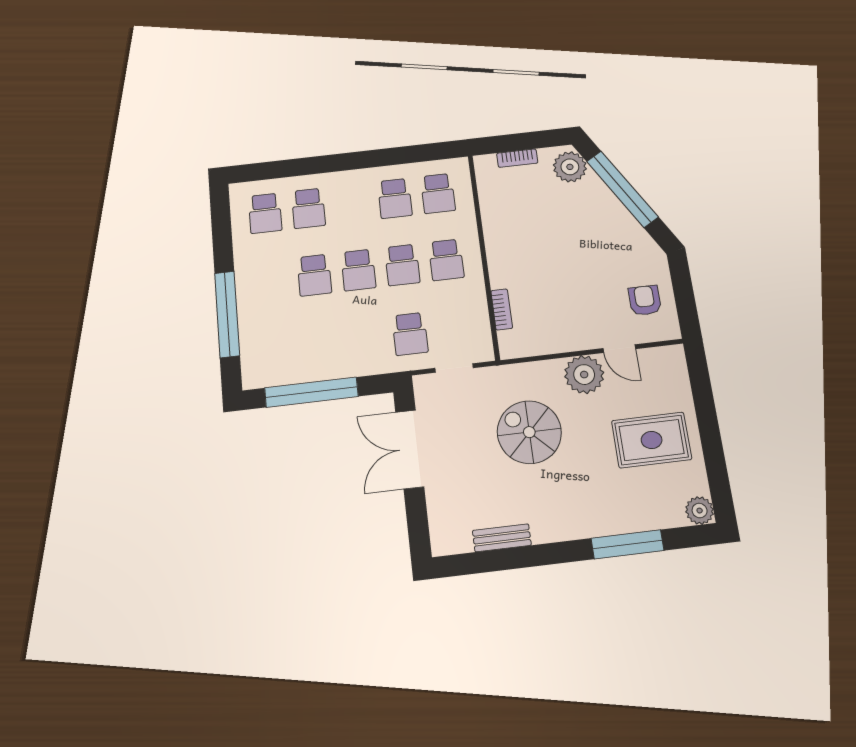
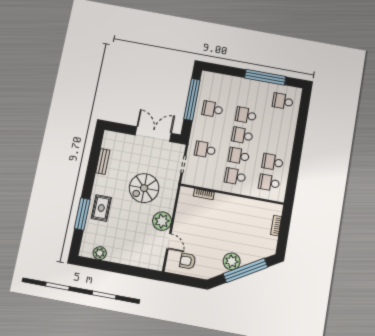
plant: (570, 167) -> (232, 261), moved
school desk: (308, 208) -> (212, 109), moved
armchair: (645, 300) -> (188, 261), turned 180
window: (227, 314) -> (265, 77), moved
door: (619, 349) -> (169, 241), swing flipped
spiral stairs: (529, 432) -> (144, 188), turned 180
rug: (652, 440) -> (101, 208), moved, width x0.73, depth x0.70
plant: (700, 511) -> (100, 253), moved

